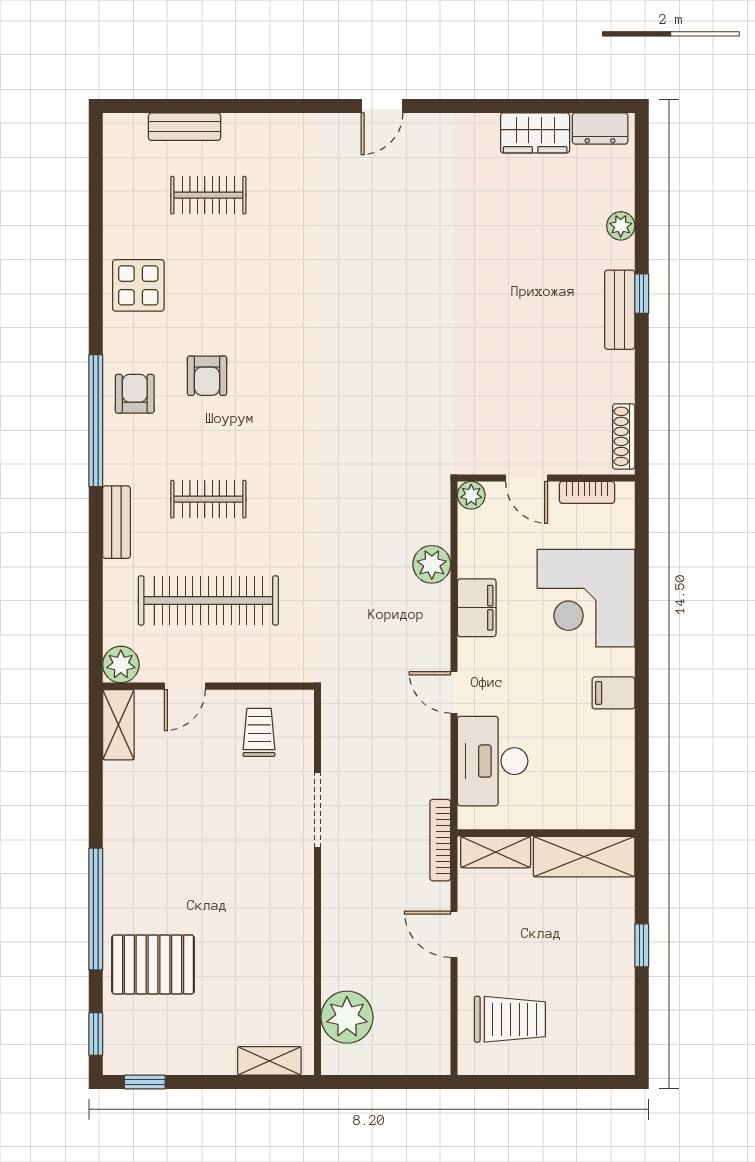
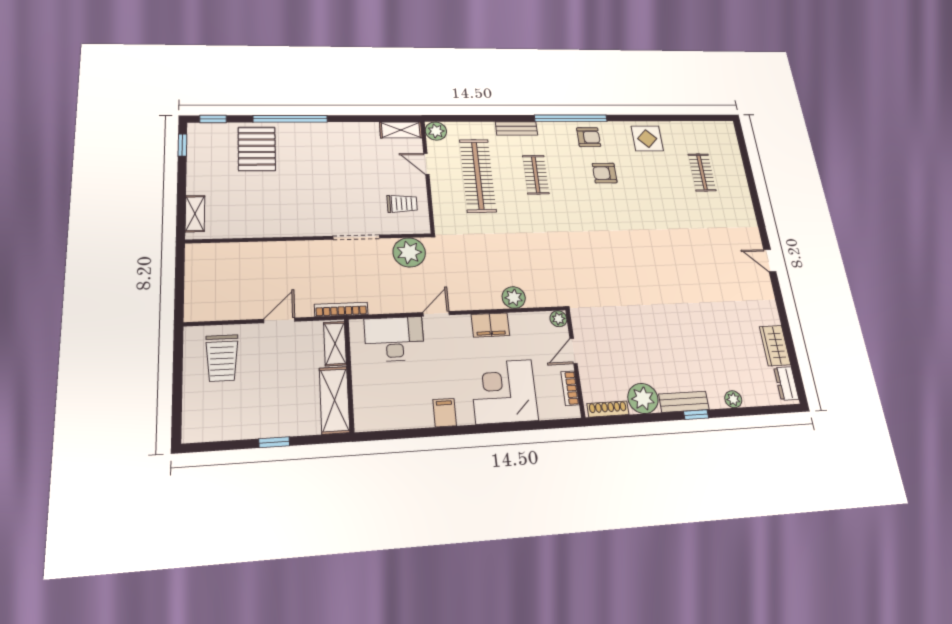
bench: (185, 127) -> (735, 160), removed
plant: (610, 377) -> (643, 398), added
plant: (347, 1017) -> (409, 252), moved

